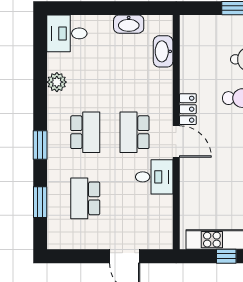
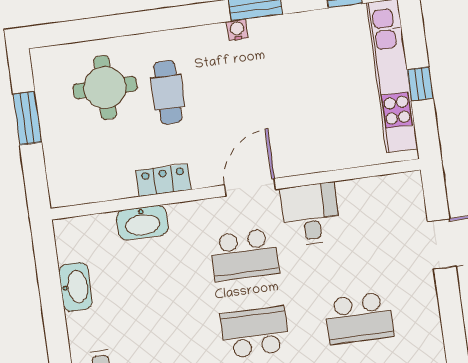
washbasin: (163, 51) -> (142, 223), moved
locker: (188, 109) -> (164, 180), moved

